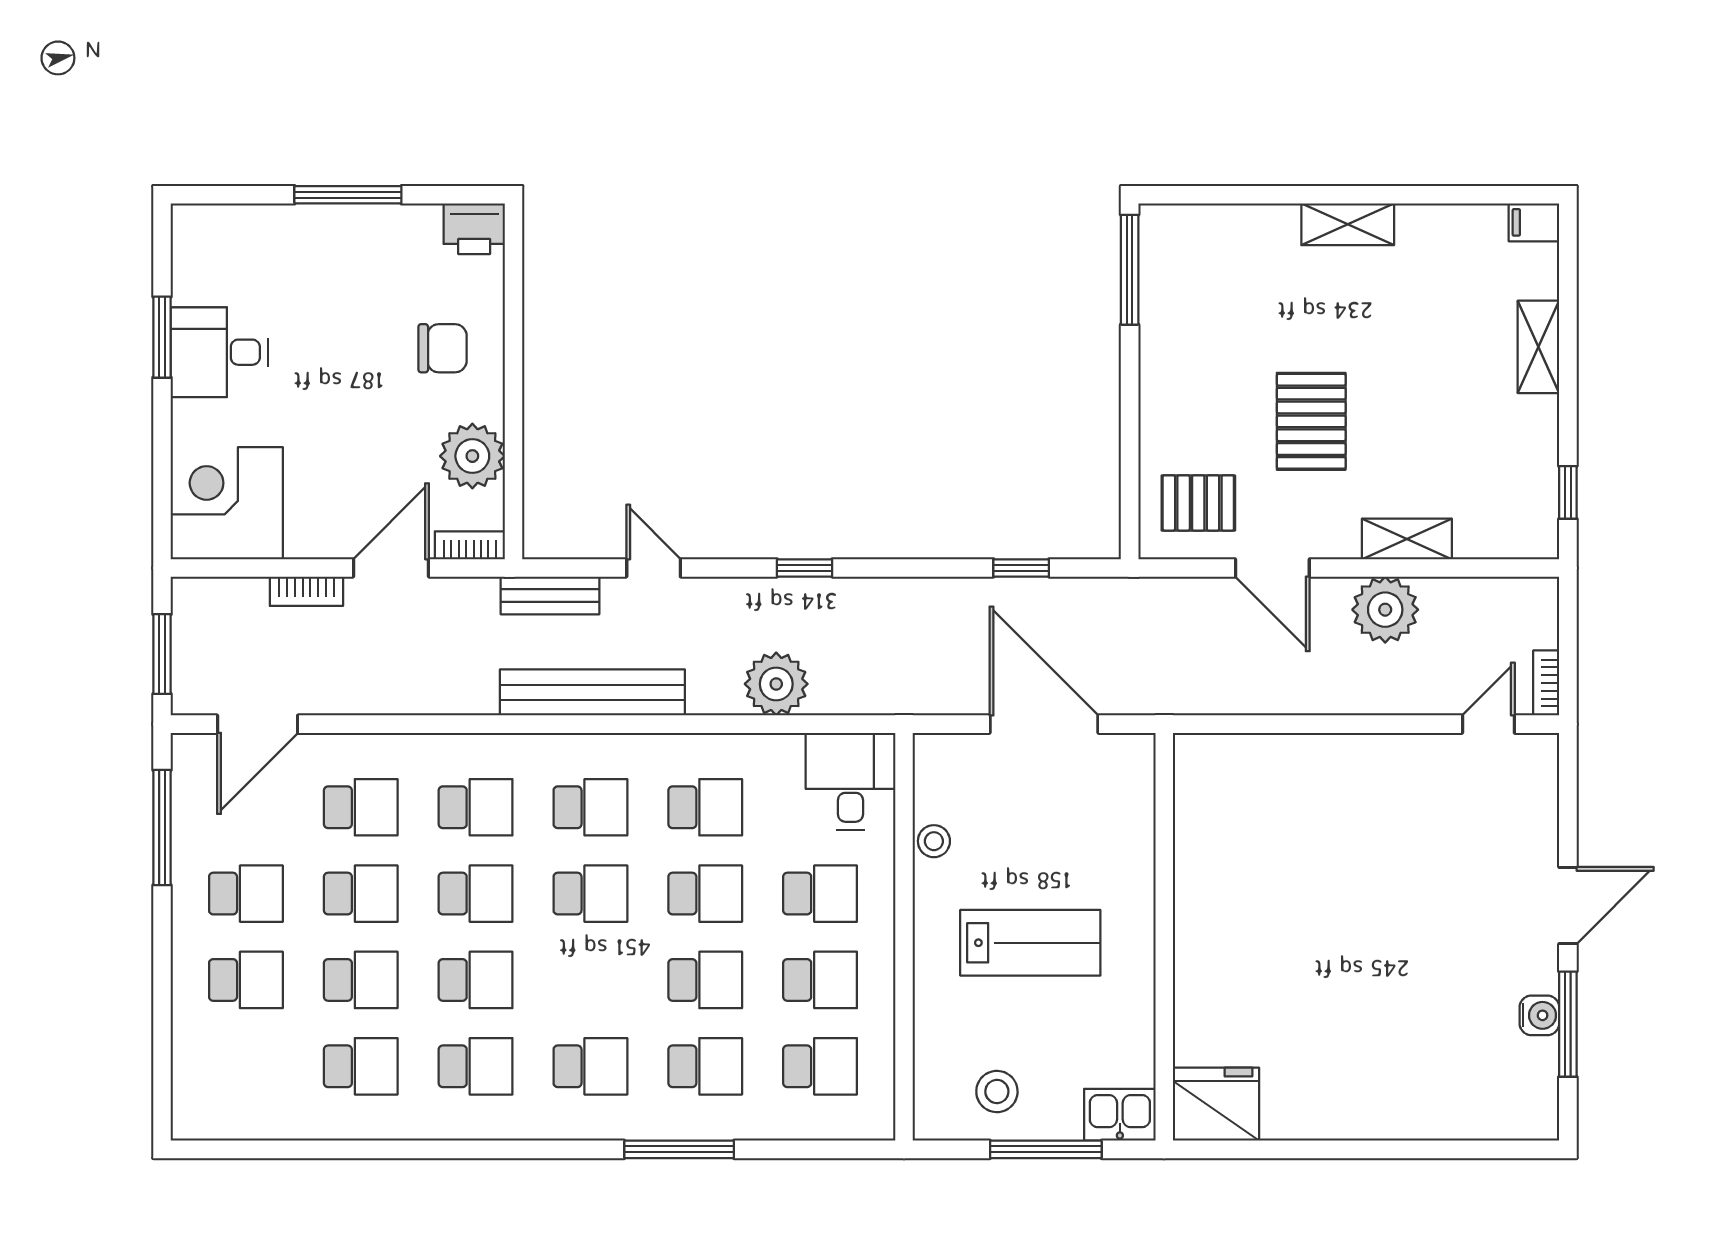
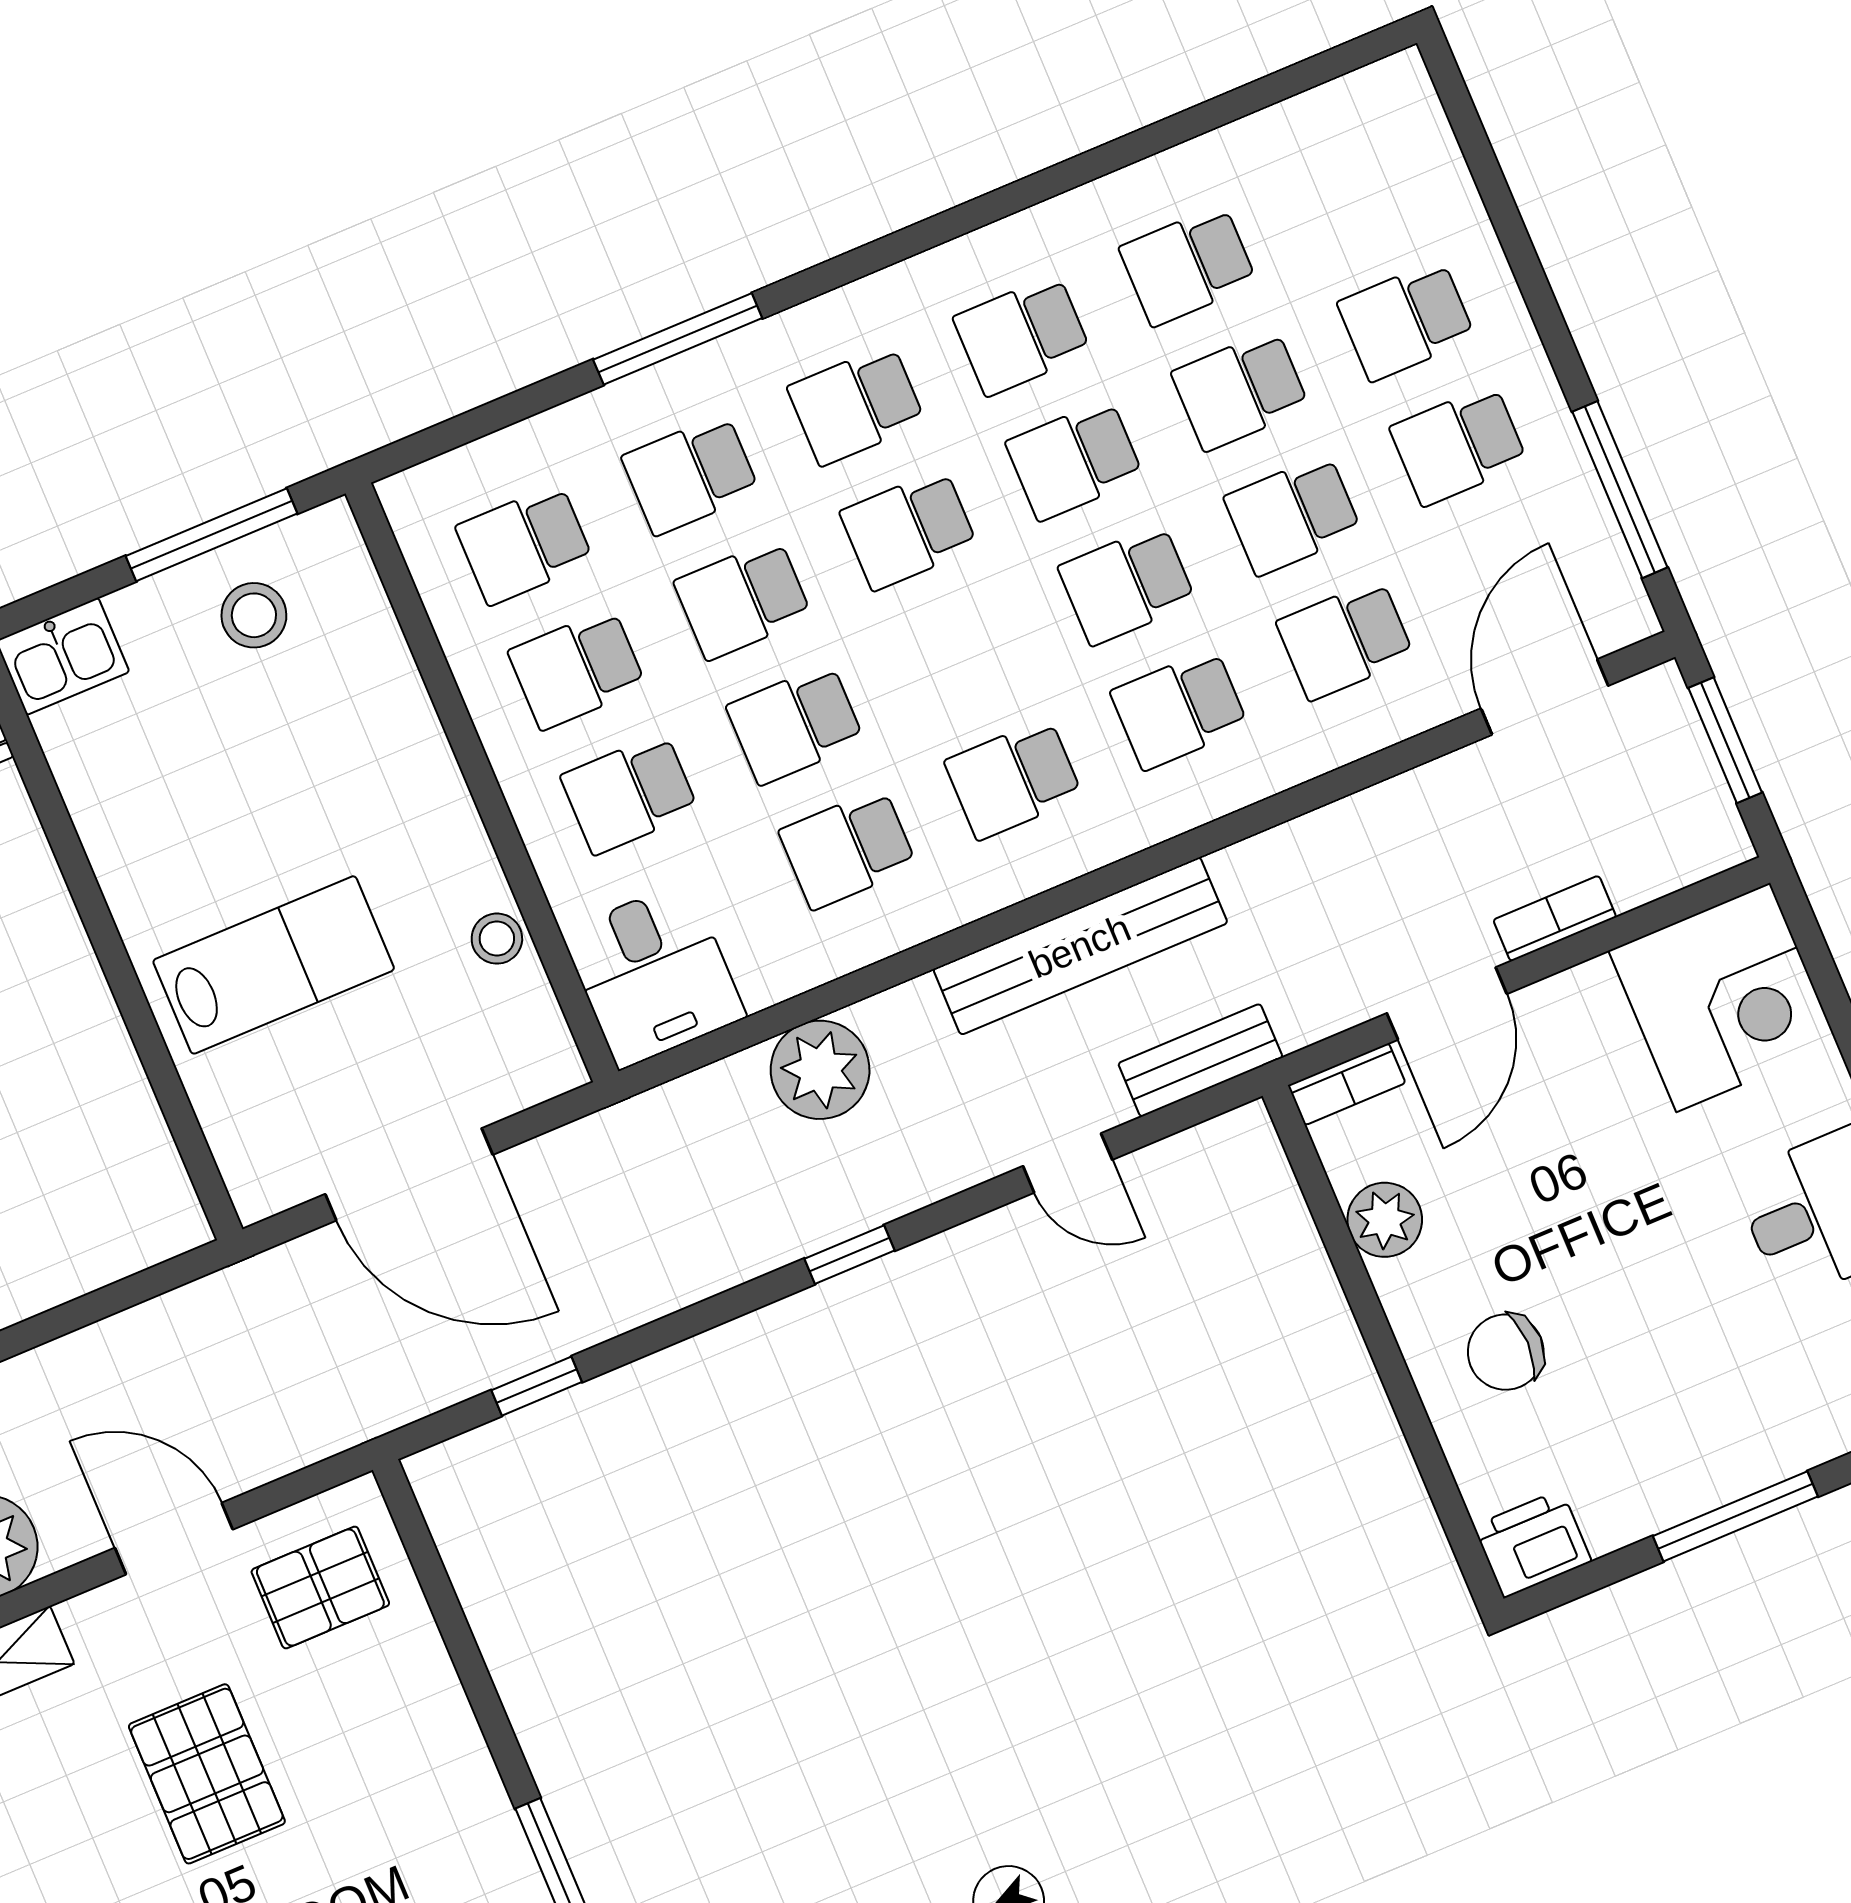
plant: (472, 456) -> (1385, 1220), width x0.73, depth x0.73
school desk: (590, 894) -> (909, 530), moved
lab bench: (1030, 943) -> (274, 965), moved, turned 180
window: (1046, 1149) -> (211, 535), moved

